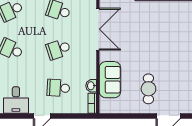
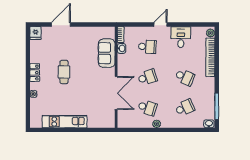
double door: (98, 29) -> (116, 93), swing flipped
cafe table: (148, 89) -> (64, 72), moved

